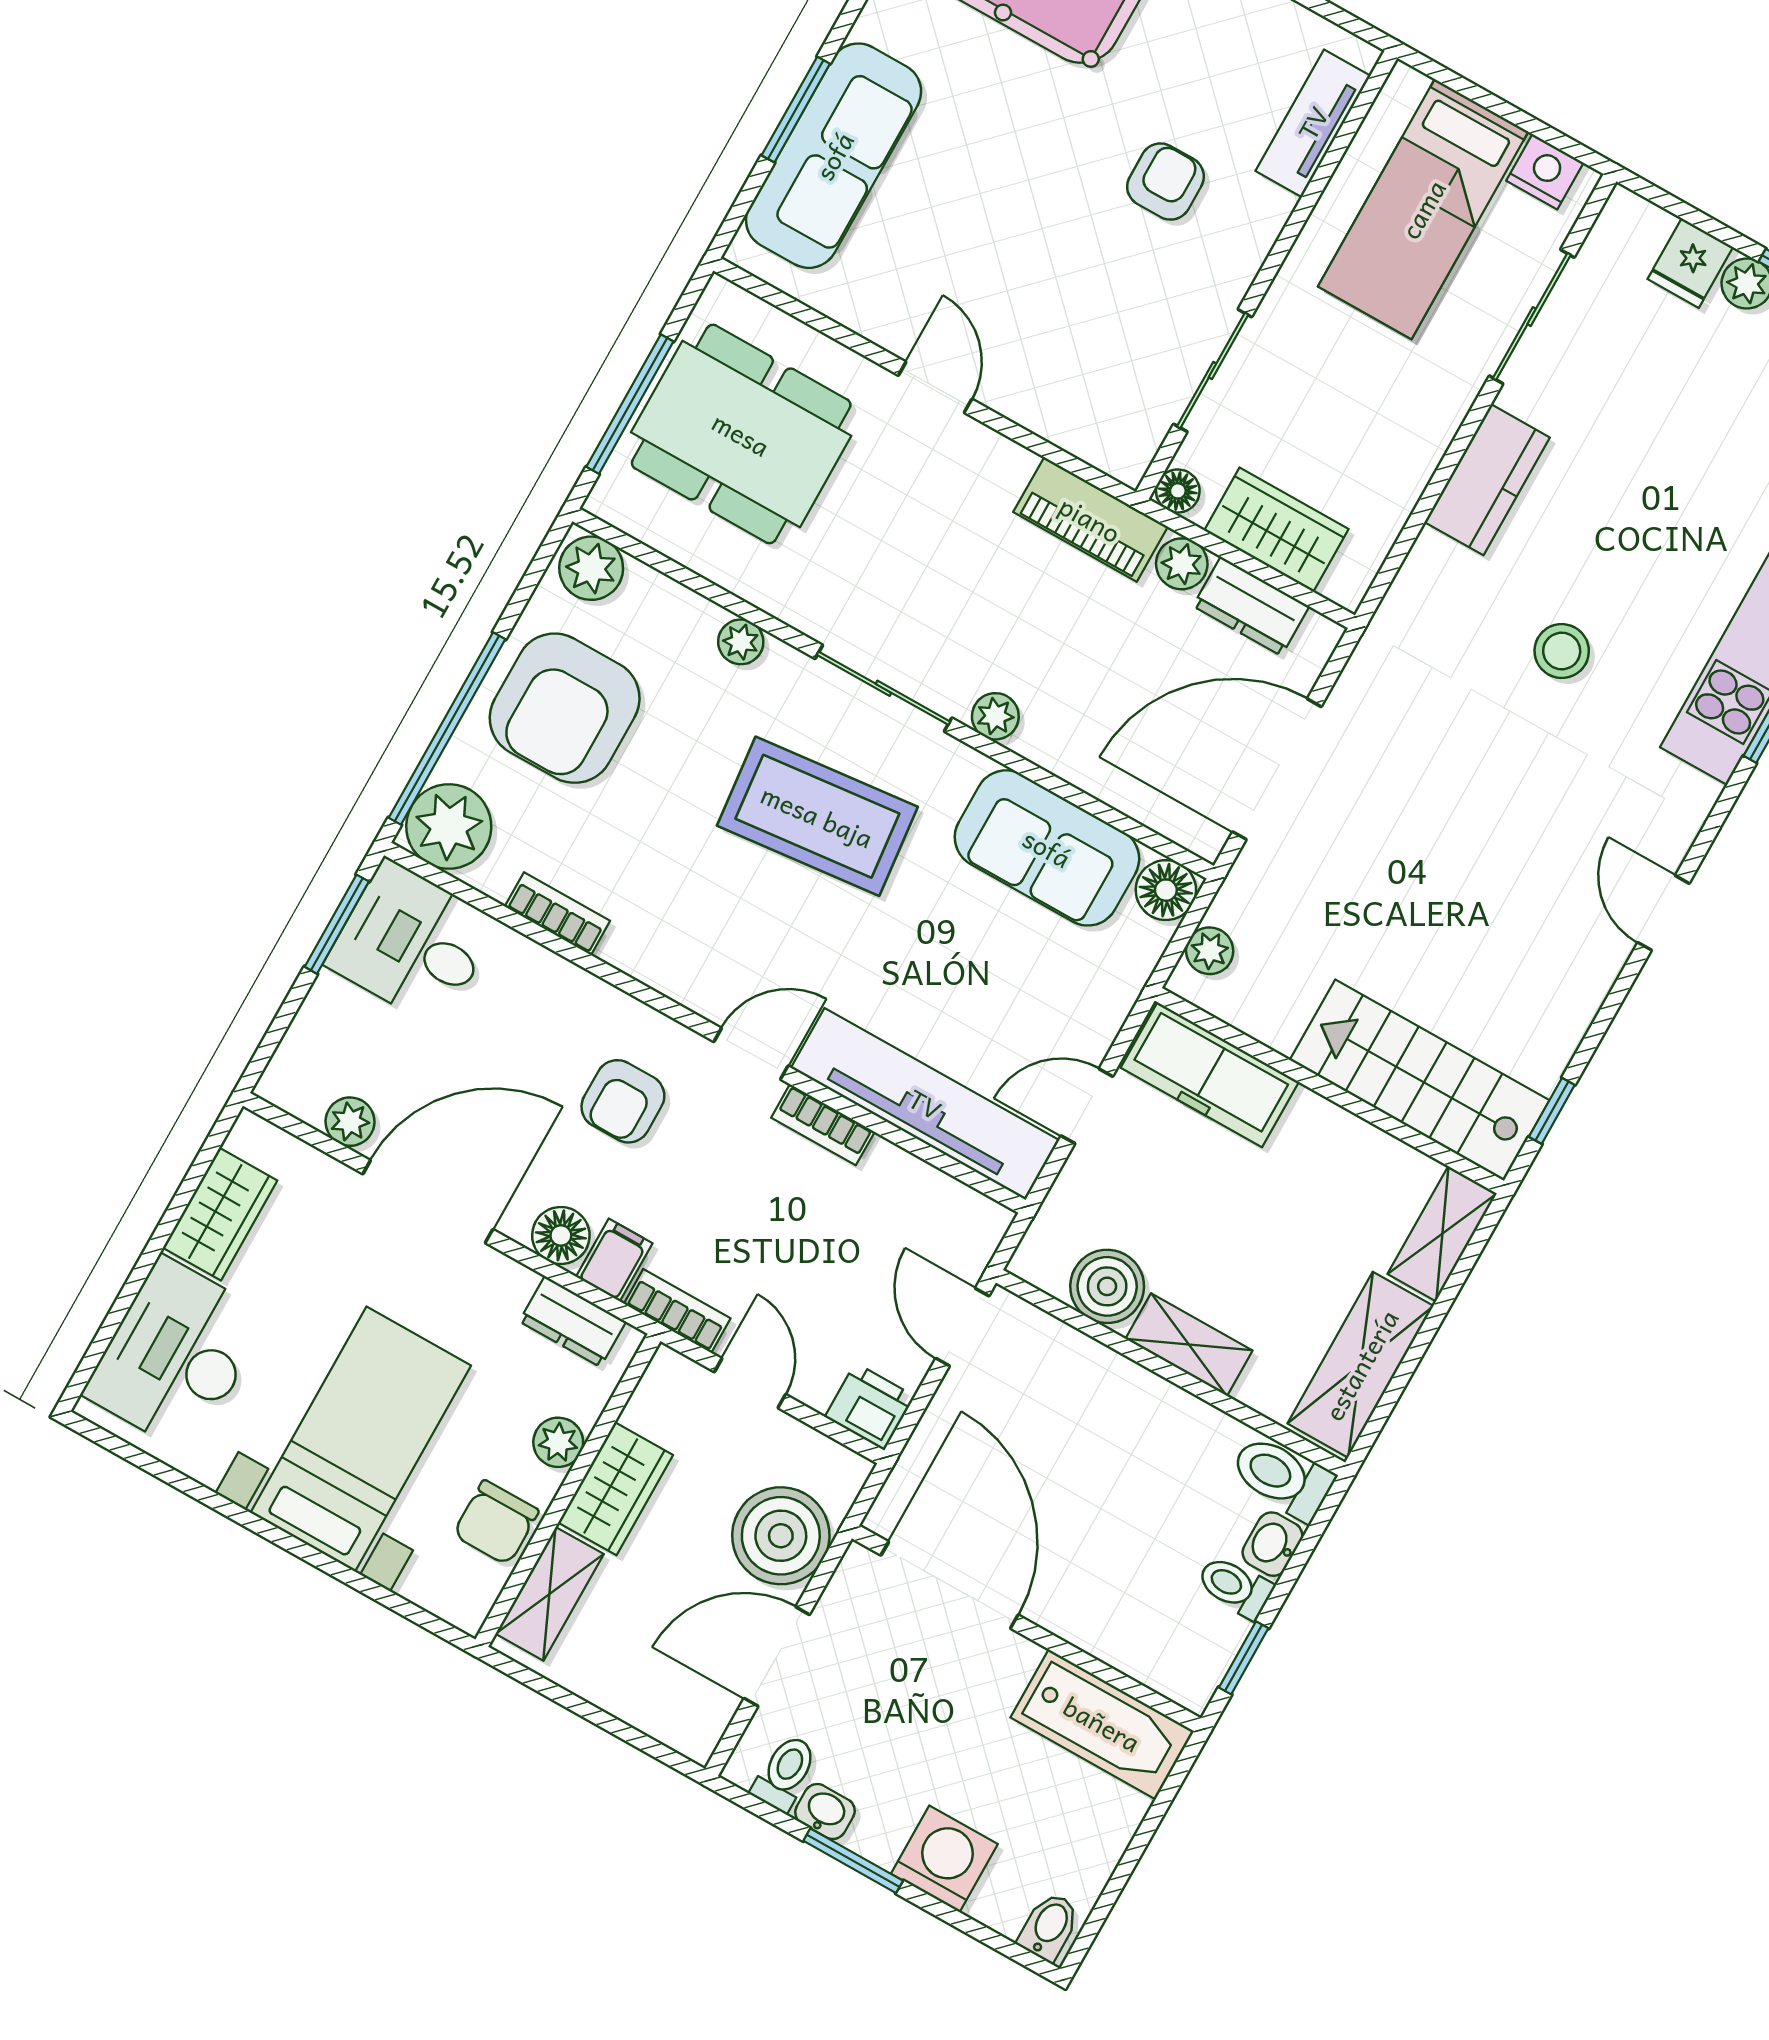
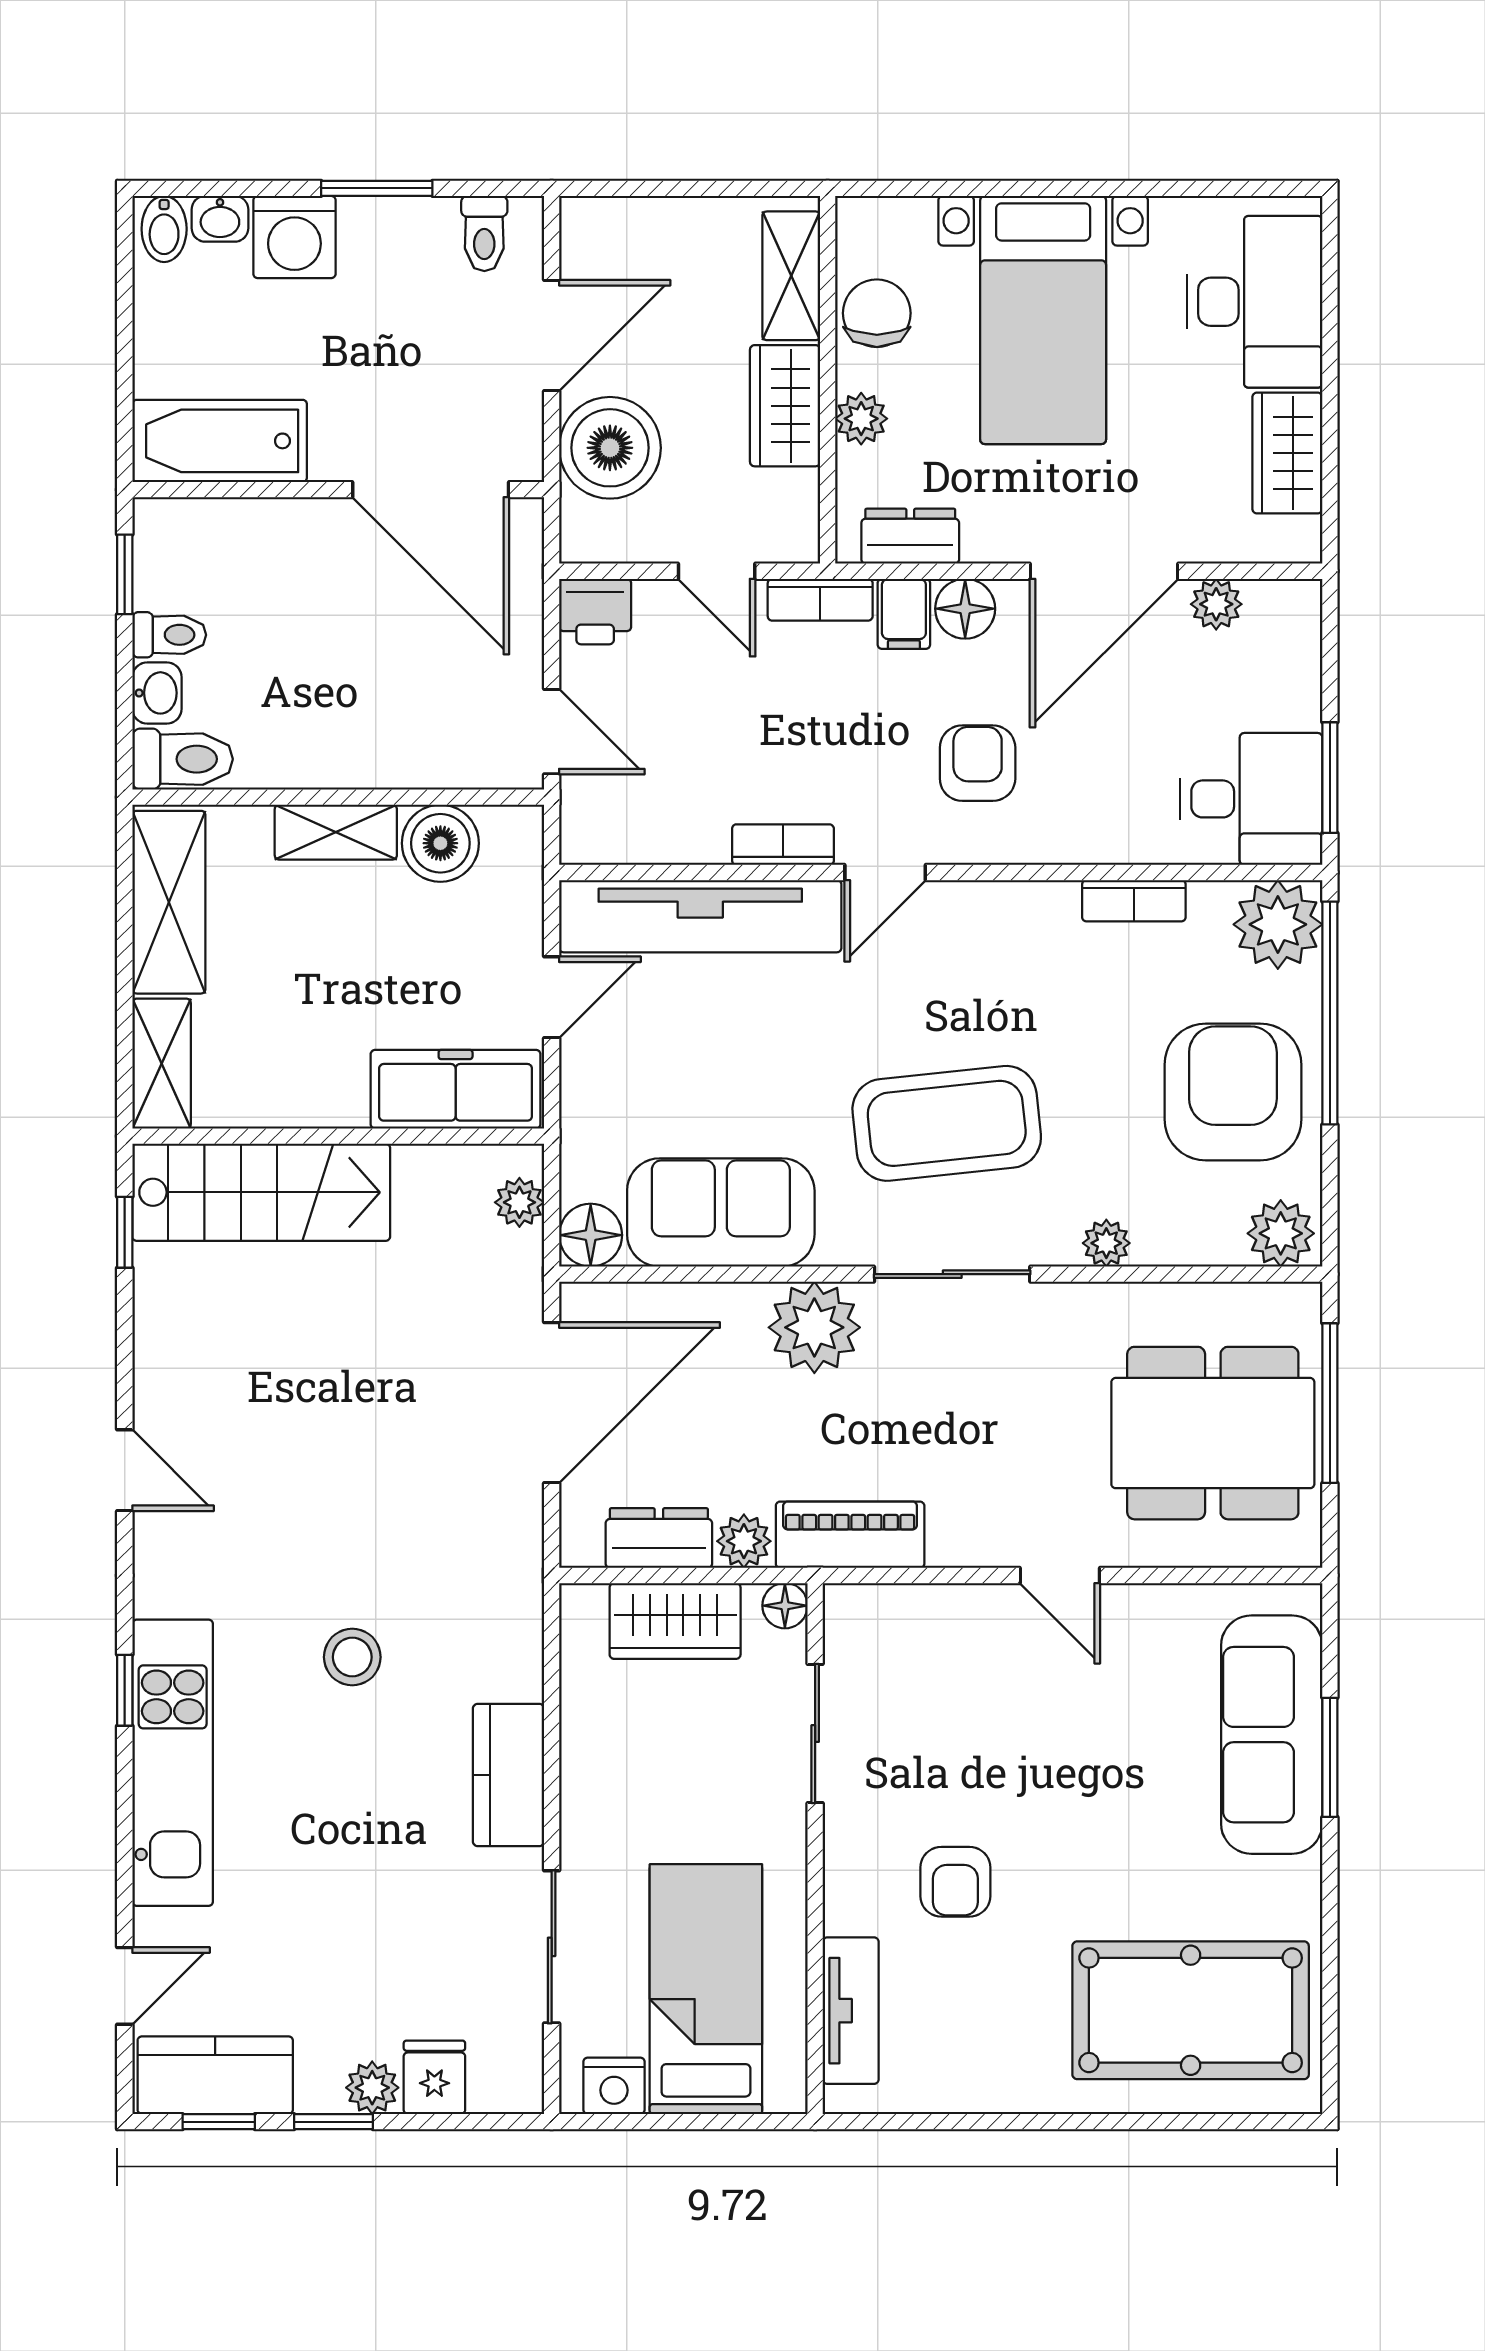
plant: (995, 716) -> (814, 1327), width x1.87, depth x1.87
washbasin: (825, 1812) -> (220, 219), moved

